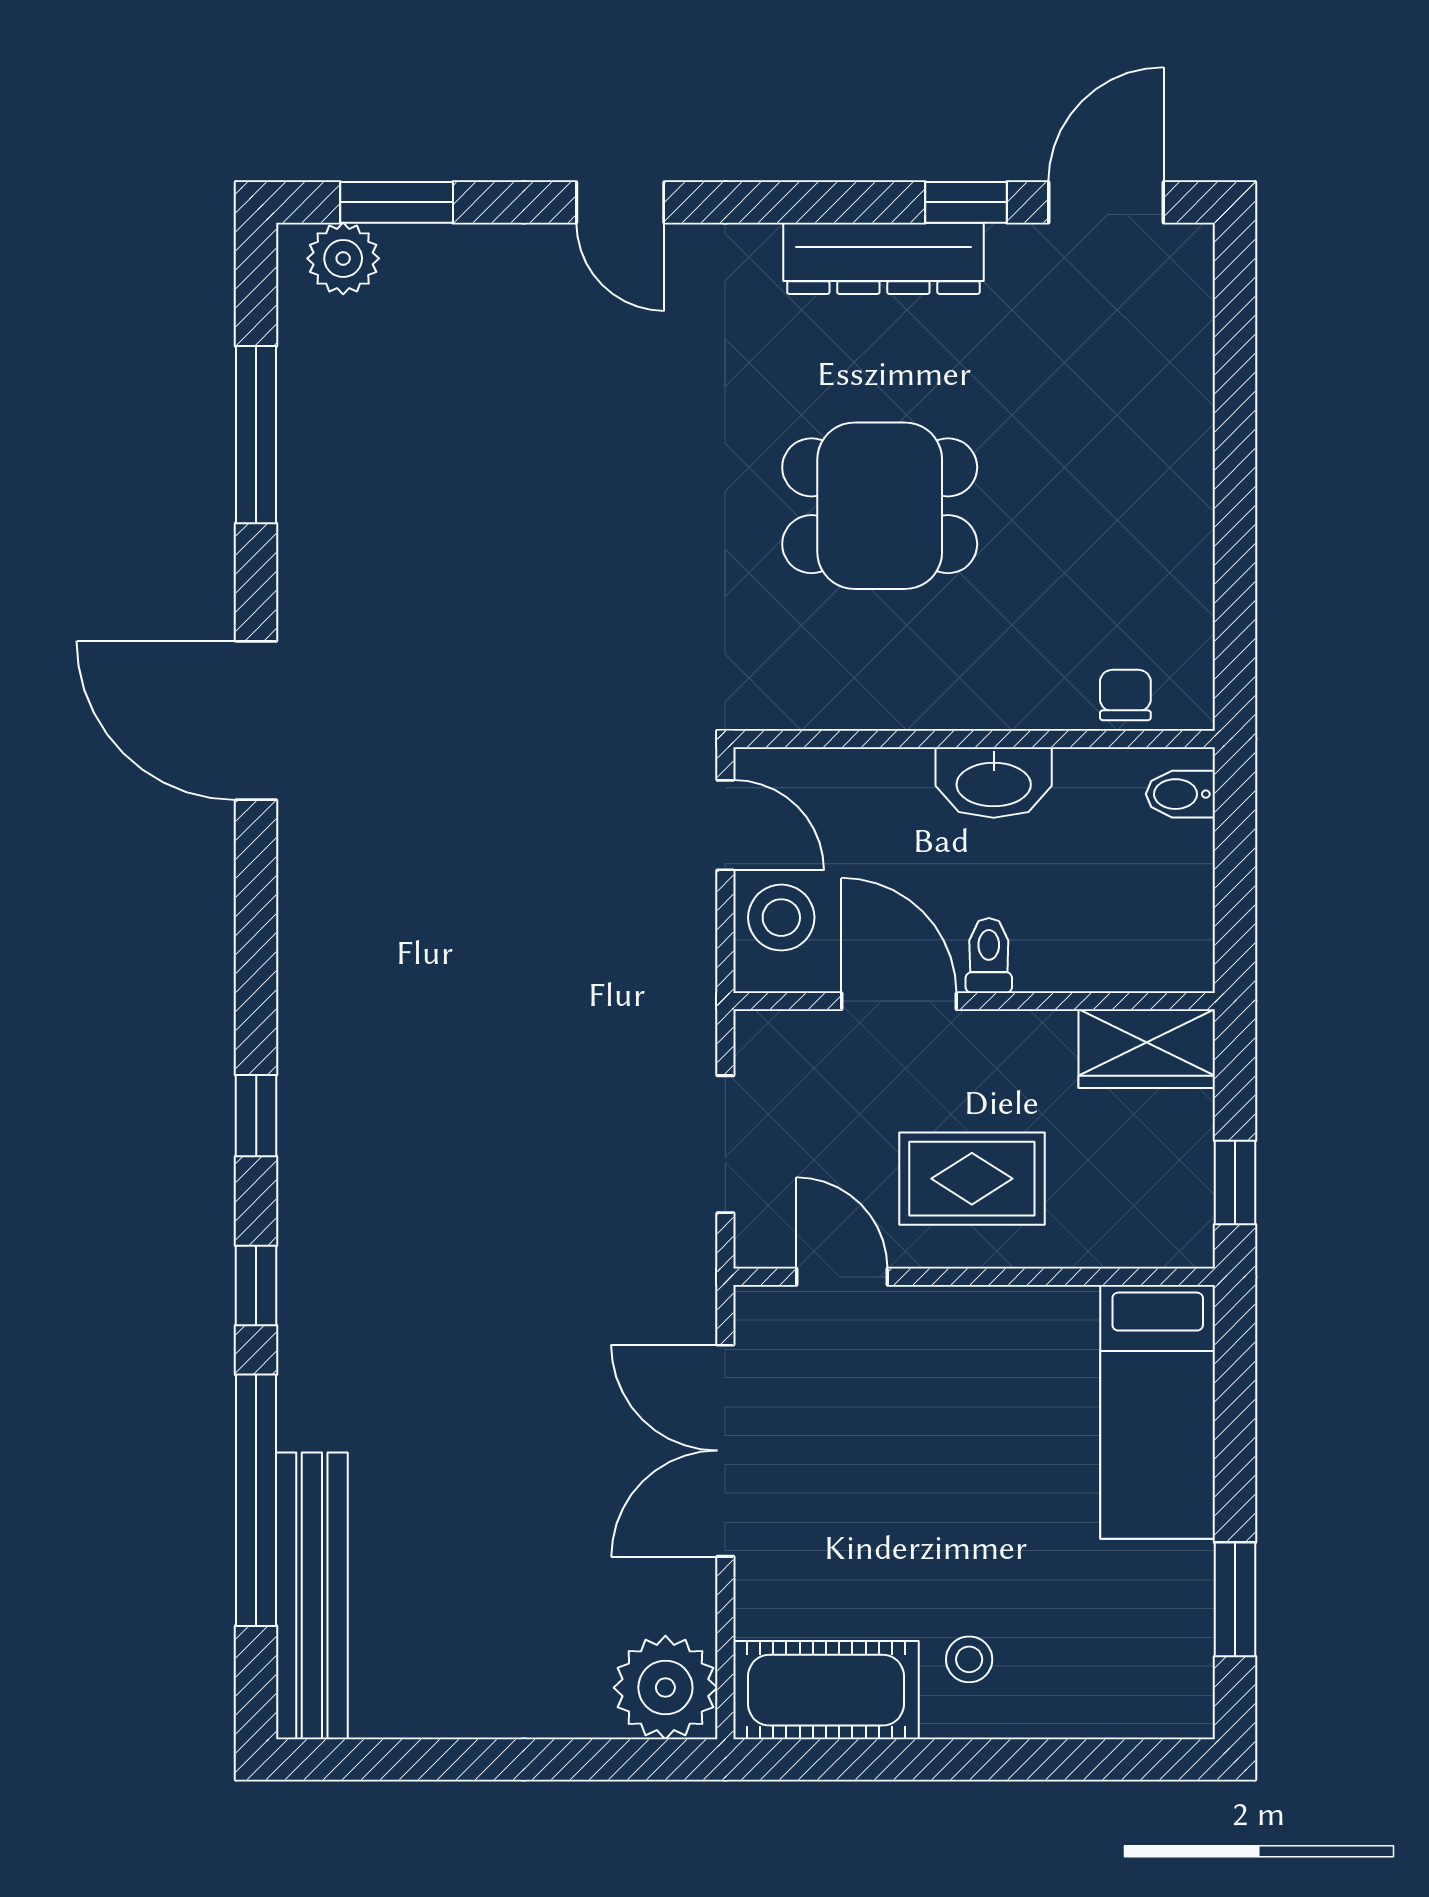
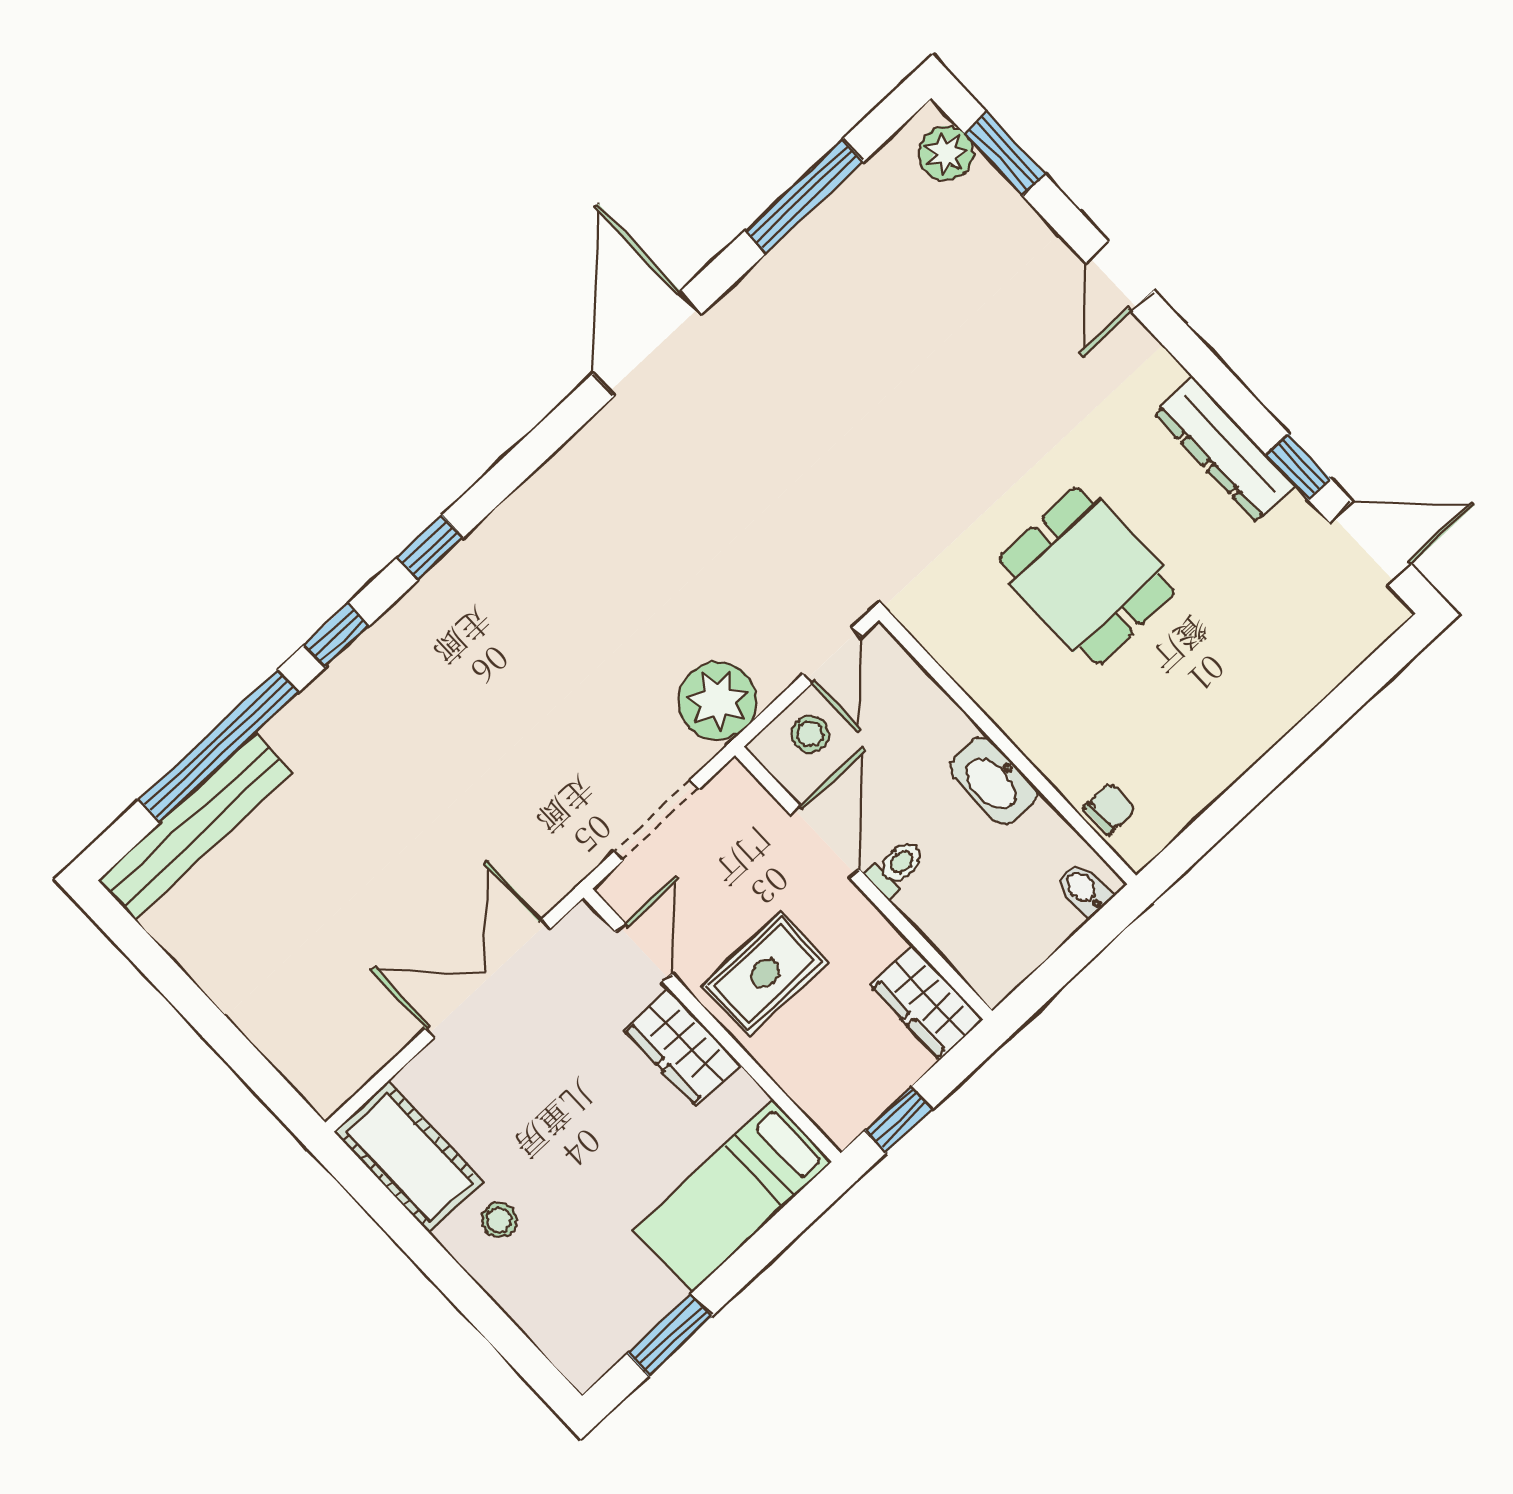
stool: (781, 918) -> (810, 734), width x0.73, depth x0.73
rug: (972, 1179) -> (765, 973), turned 90
wardrobe: (967, 1326) -> (682, 1047), added
plant: (665, 1688) -> (718, 701), moved

